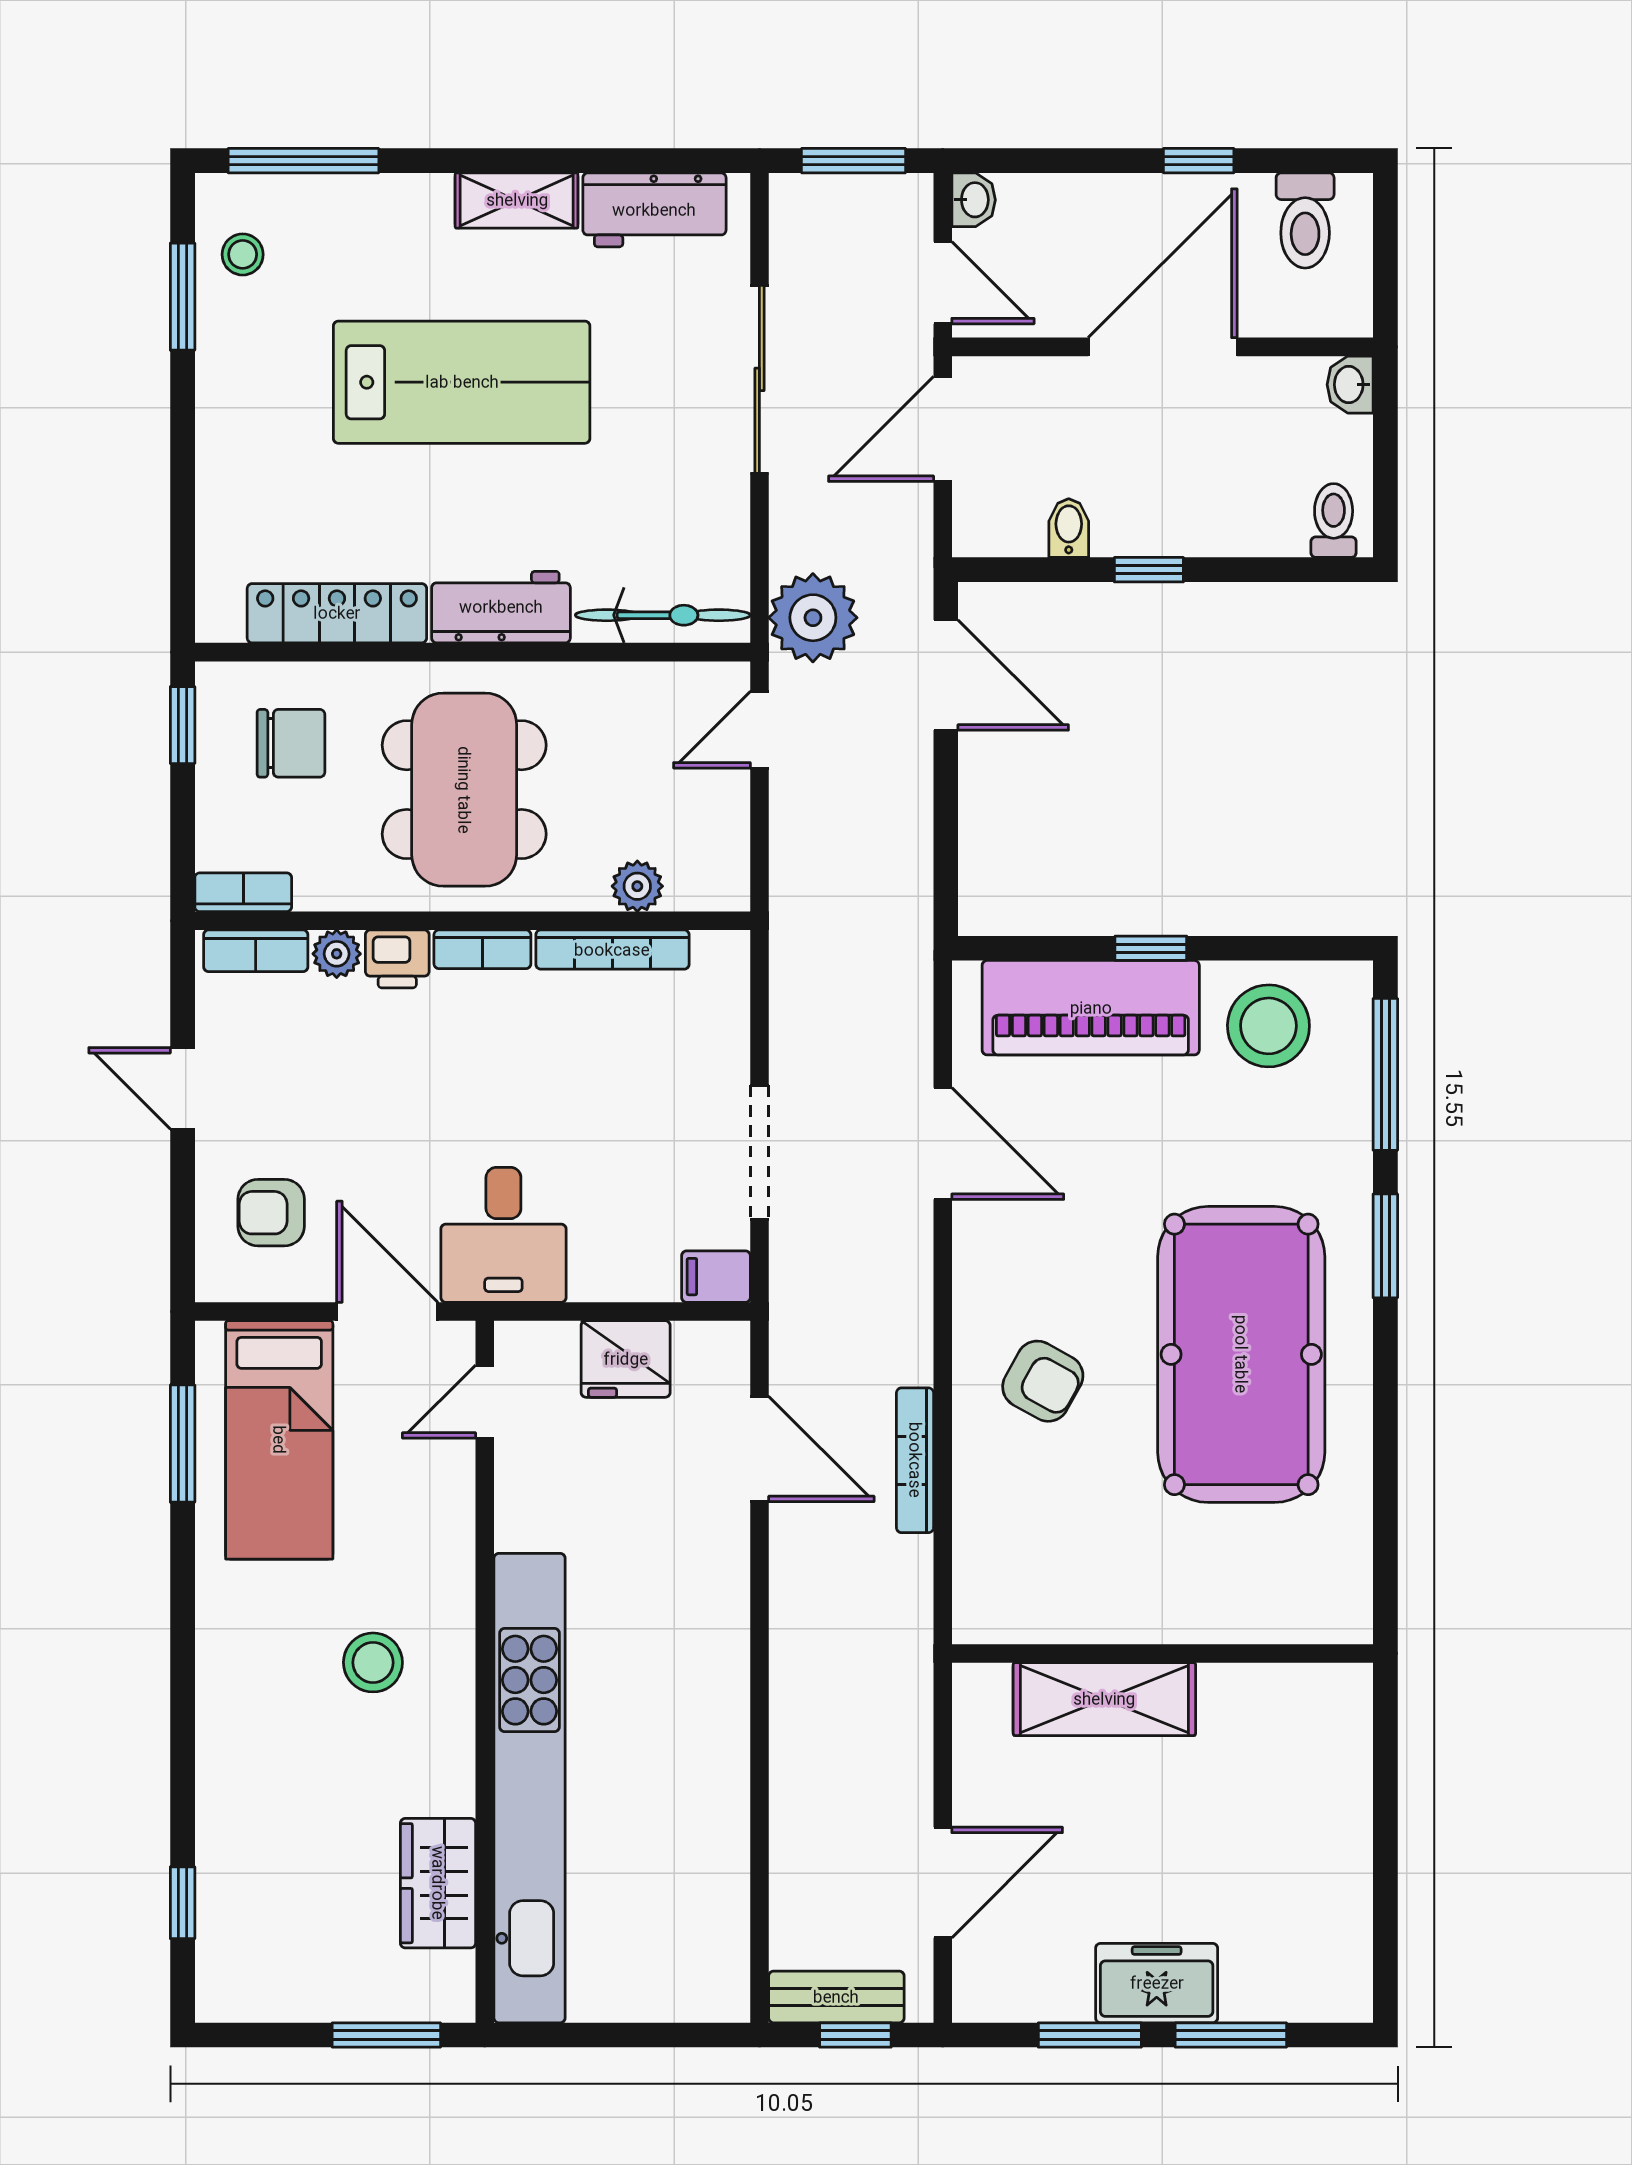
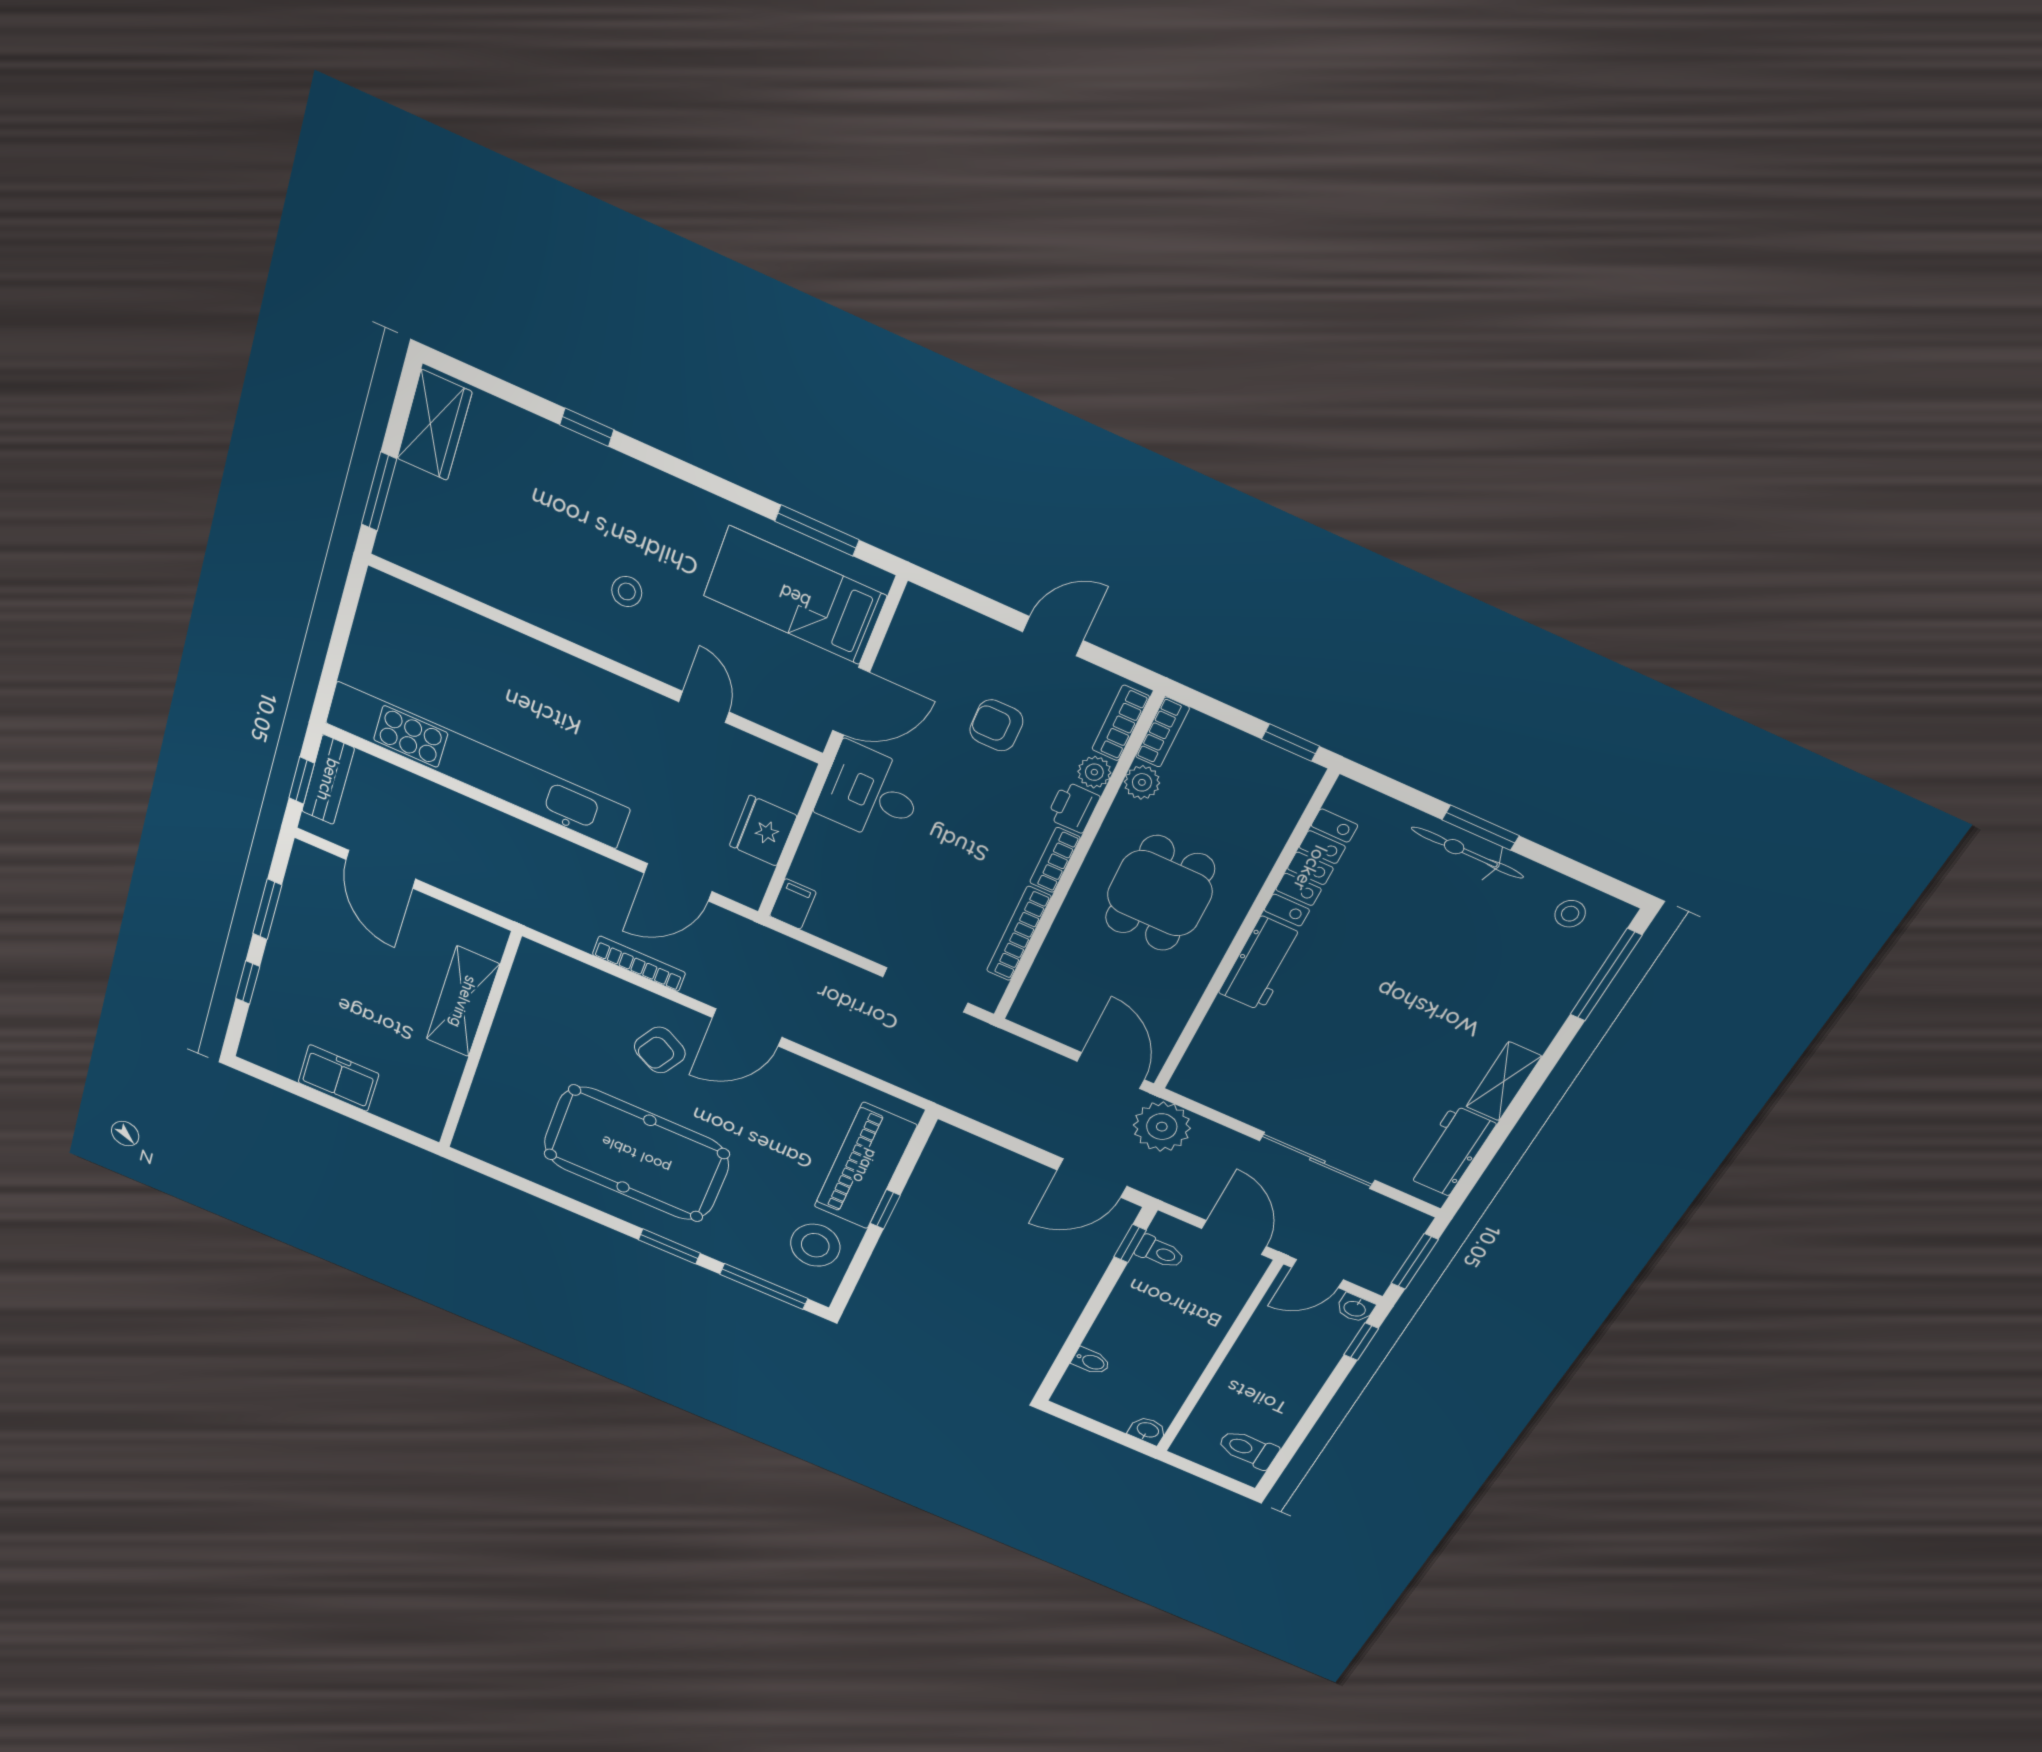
window: (1199, 161) -> (1361, 1342), moved
window: (183, 297) -> (1481, 828), moved
door: (1163, 347) -> (1218, 1358), removed
lab bench: (462, 382) -> (1412, 1003), removed
toilet: (1334, 521) -> (1160, 1252), moved
bidet: (1069, 528) -> (1091, 1361), moved
window: (1149, 570) -> (1130, 1243), moved
bicycle: (663, 615) -> (1468, 853), moved, turned 90
door: (759, 730) -> (1111, 1071), width x1.38
chair: (291, 743) -> (1243, 804), removed
dining table: (464, 790) -> (1160, 893), width x0.73
plant: (637, 886) -> (1142, 782), moved
door: (943, 1143) -> (747, 1027), moved
doorway: (759, 1153) -> (925, 990), moved
armchair: (271, 1213) -> (996, 725), moved, turned -90
door: (485, 1402) -> (704, 707), moved
stool: (373, 1662) -> (627, 592), width x0.73, depth x0.73
kitchen unit: (530, 1788) -> (478, 766), moved, turned 180
wardrobe: (438, 1883) -> (434, 425), moved, turned 90
window: (183, 1903) -> (587, 427), moved
freezer: (1157, 1983) -> (338, 1078), moved, turned -90
window: (1231, 2035) -> (248, 983), width x0.67

